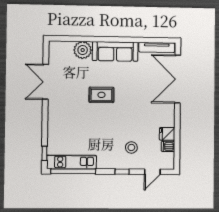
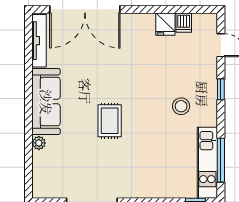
plant: (83, 50) -> (39, 143), width x0.53, depth x0.53
stool: (131, 147) -> (181, 106), moved
window: (73, 171) -> (221, 160), width x0.68

